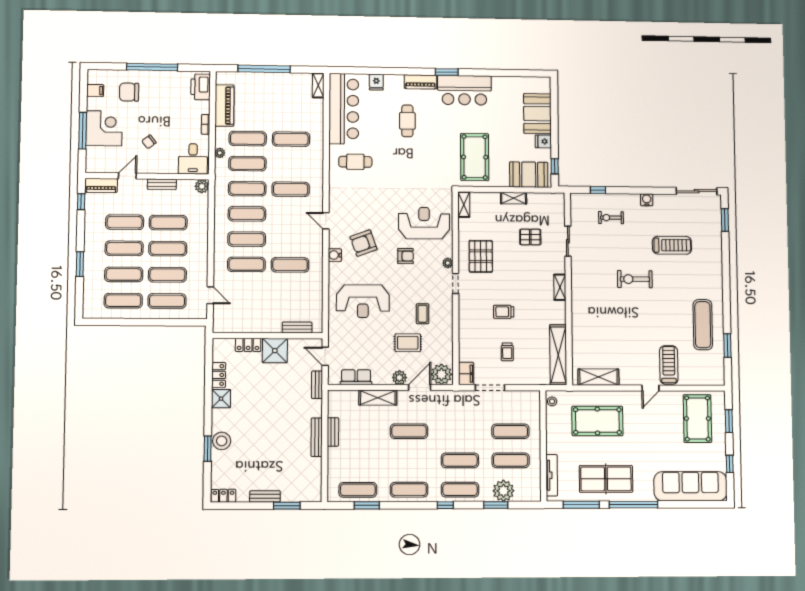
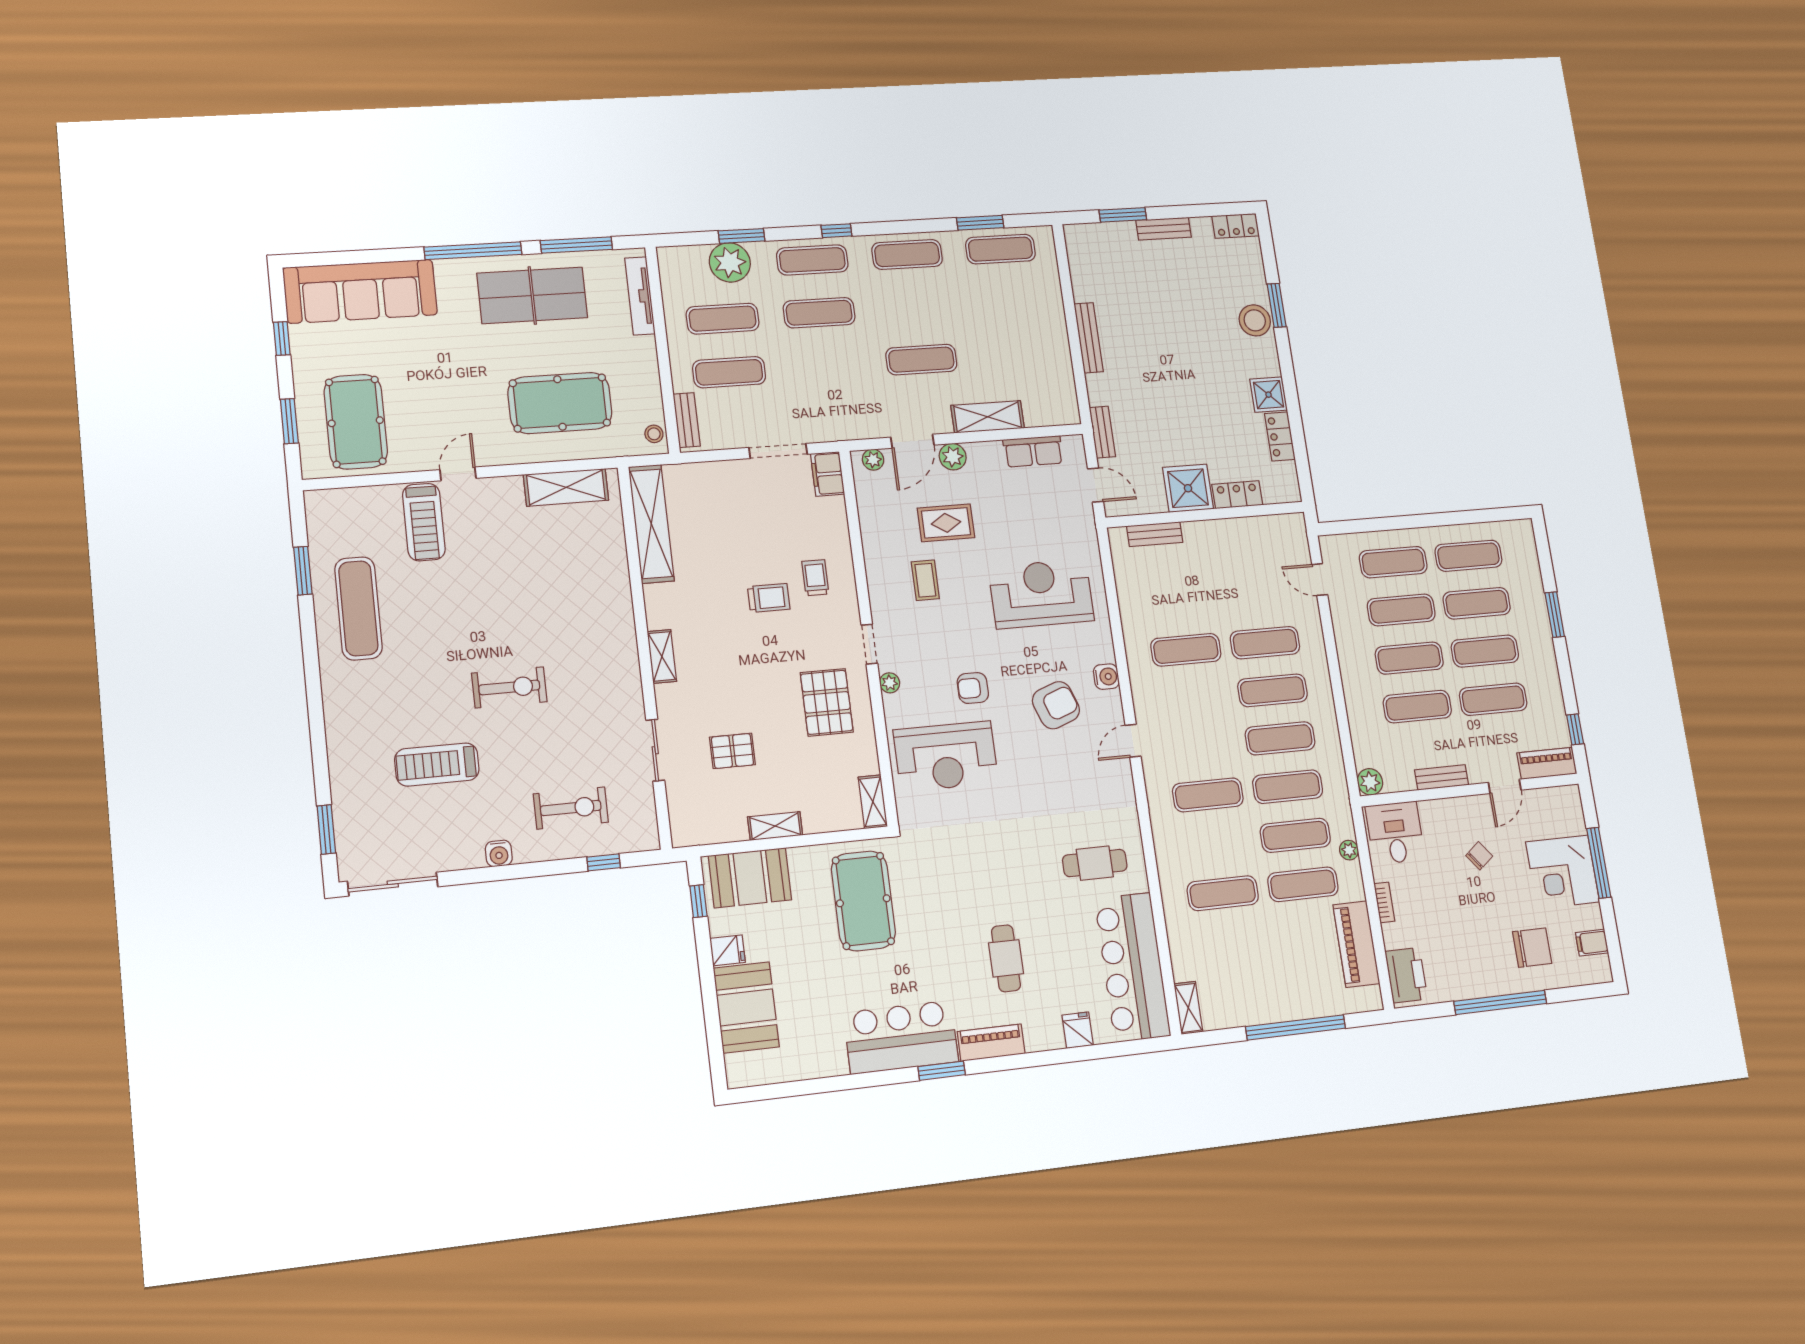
exercise bike: (611, 218) -> (571, 808), width x1.38, depth x1.39
door: (326, 221) -> (1133, 741), swing flipped
trolley: (507, 352) -> (815, 578), moved
plant: (441, 374) -> (873, 460), width x0.53, depth x0.53
bench: (333, 432) -> (687, 420), moved

